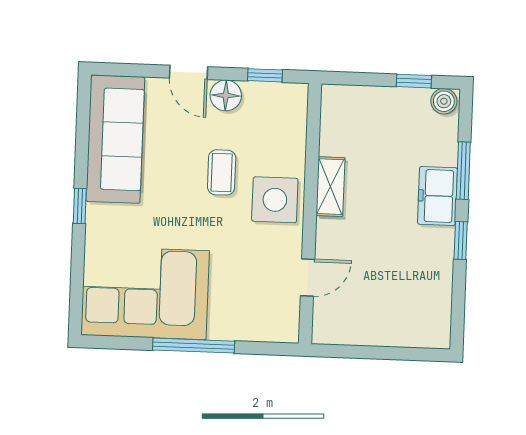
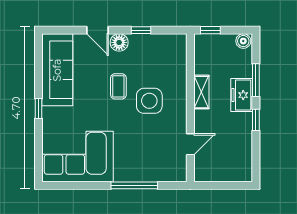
window: (414, 81) -> (210, 30), moved
shelving: (330, 187) -> (201, 92), moved
wall: (310, 214) -> (190, 108), moved
door: (308, 278) -> (190, 144), moved
window: (194, 346) -> (134, 185), moved

